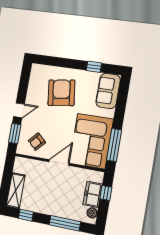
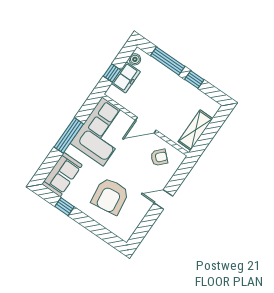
window: (15, 134) -> (179, 177), removed
window: (114, 145) -> (69, 135), moved
shelving: (16, 191) -> (195, 130), moved
window: (26, 215) -> (194, 79), moved

